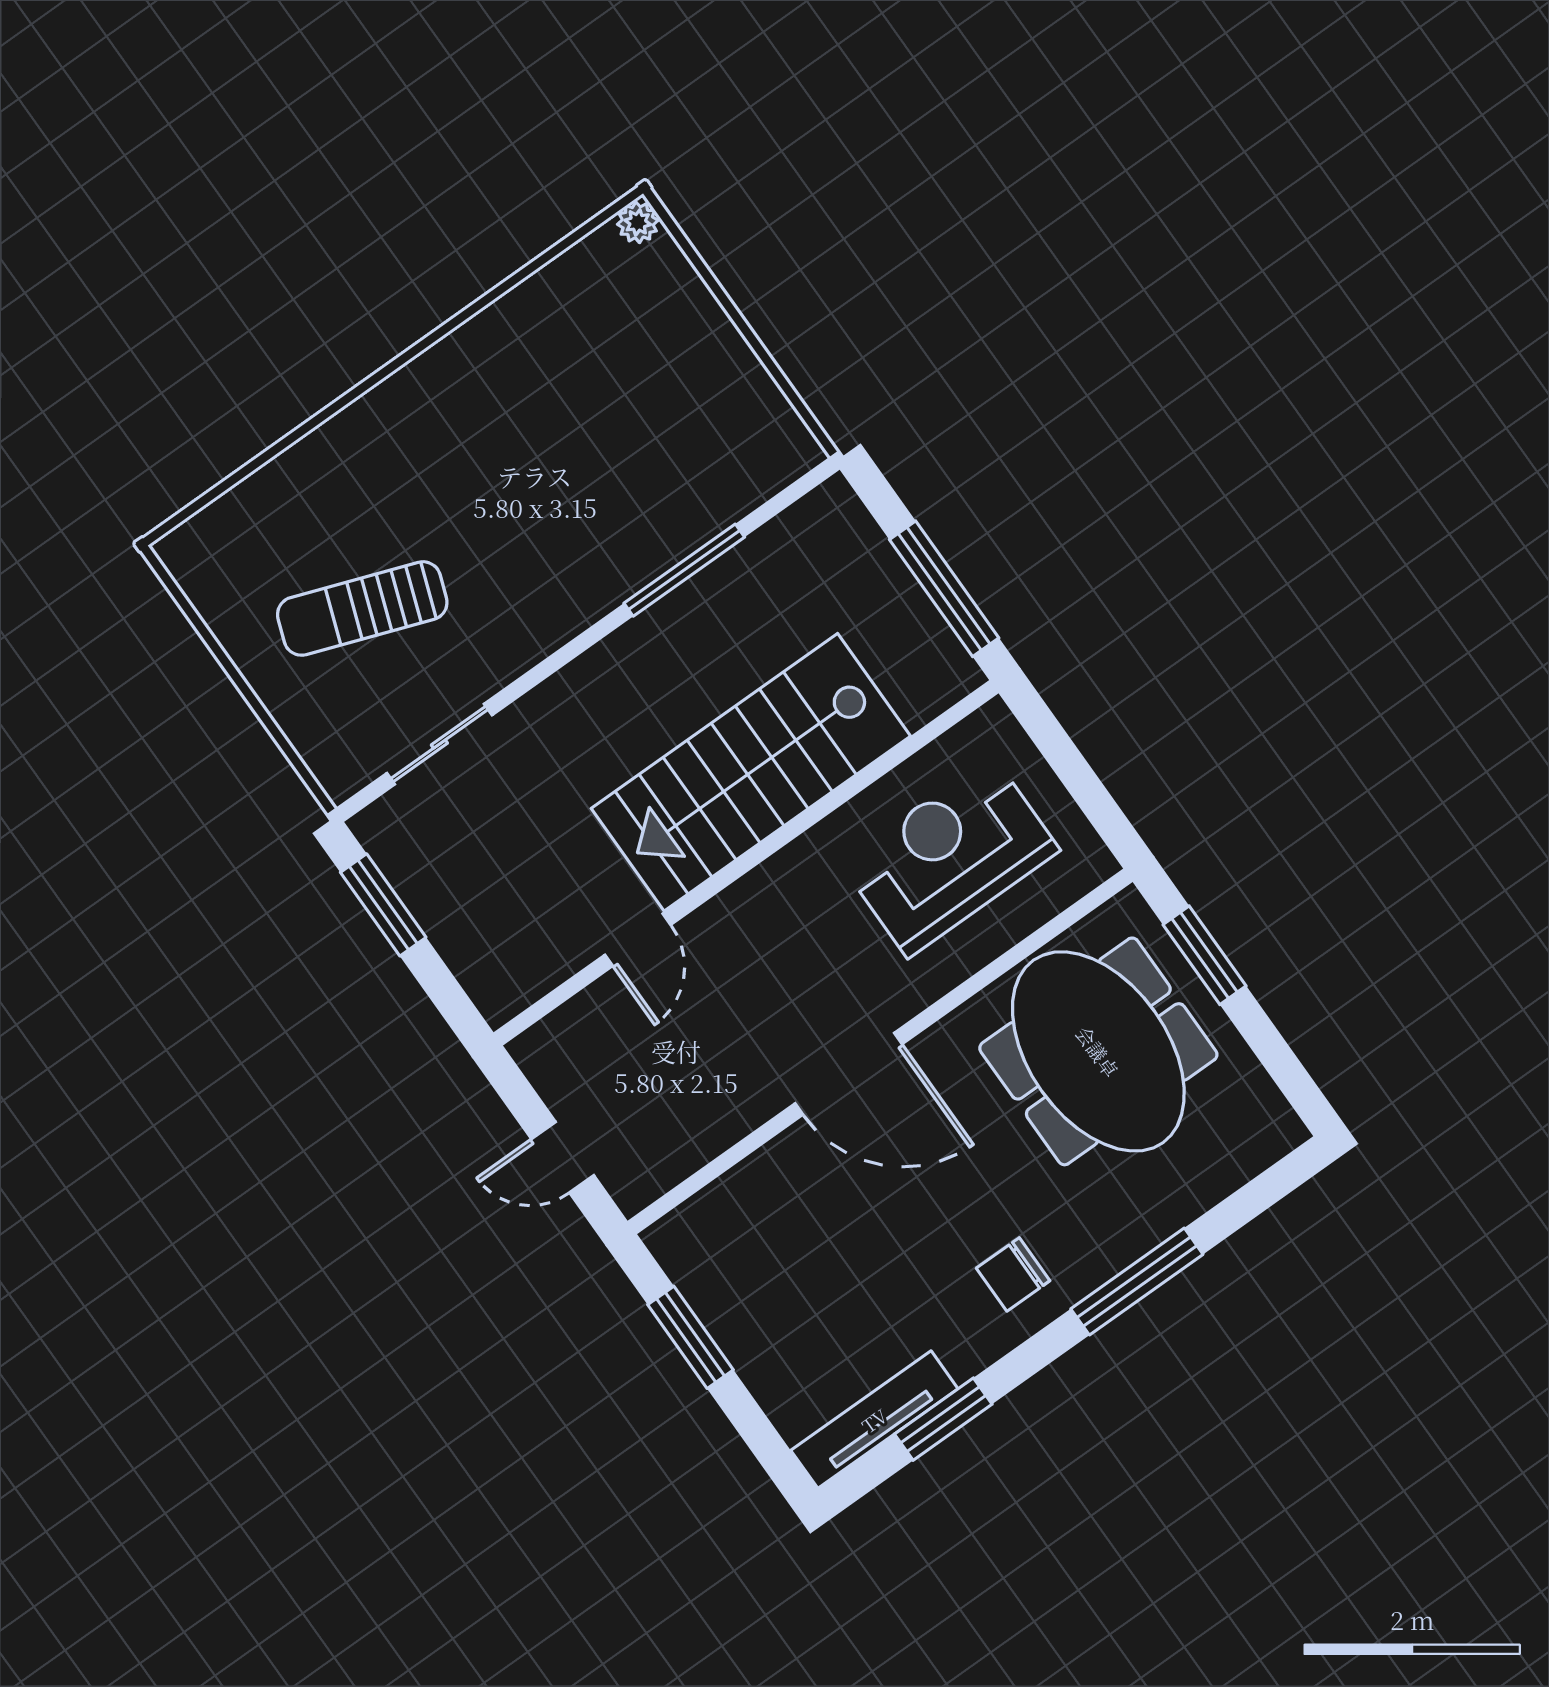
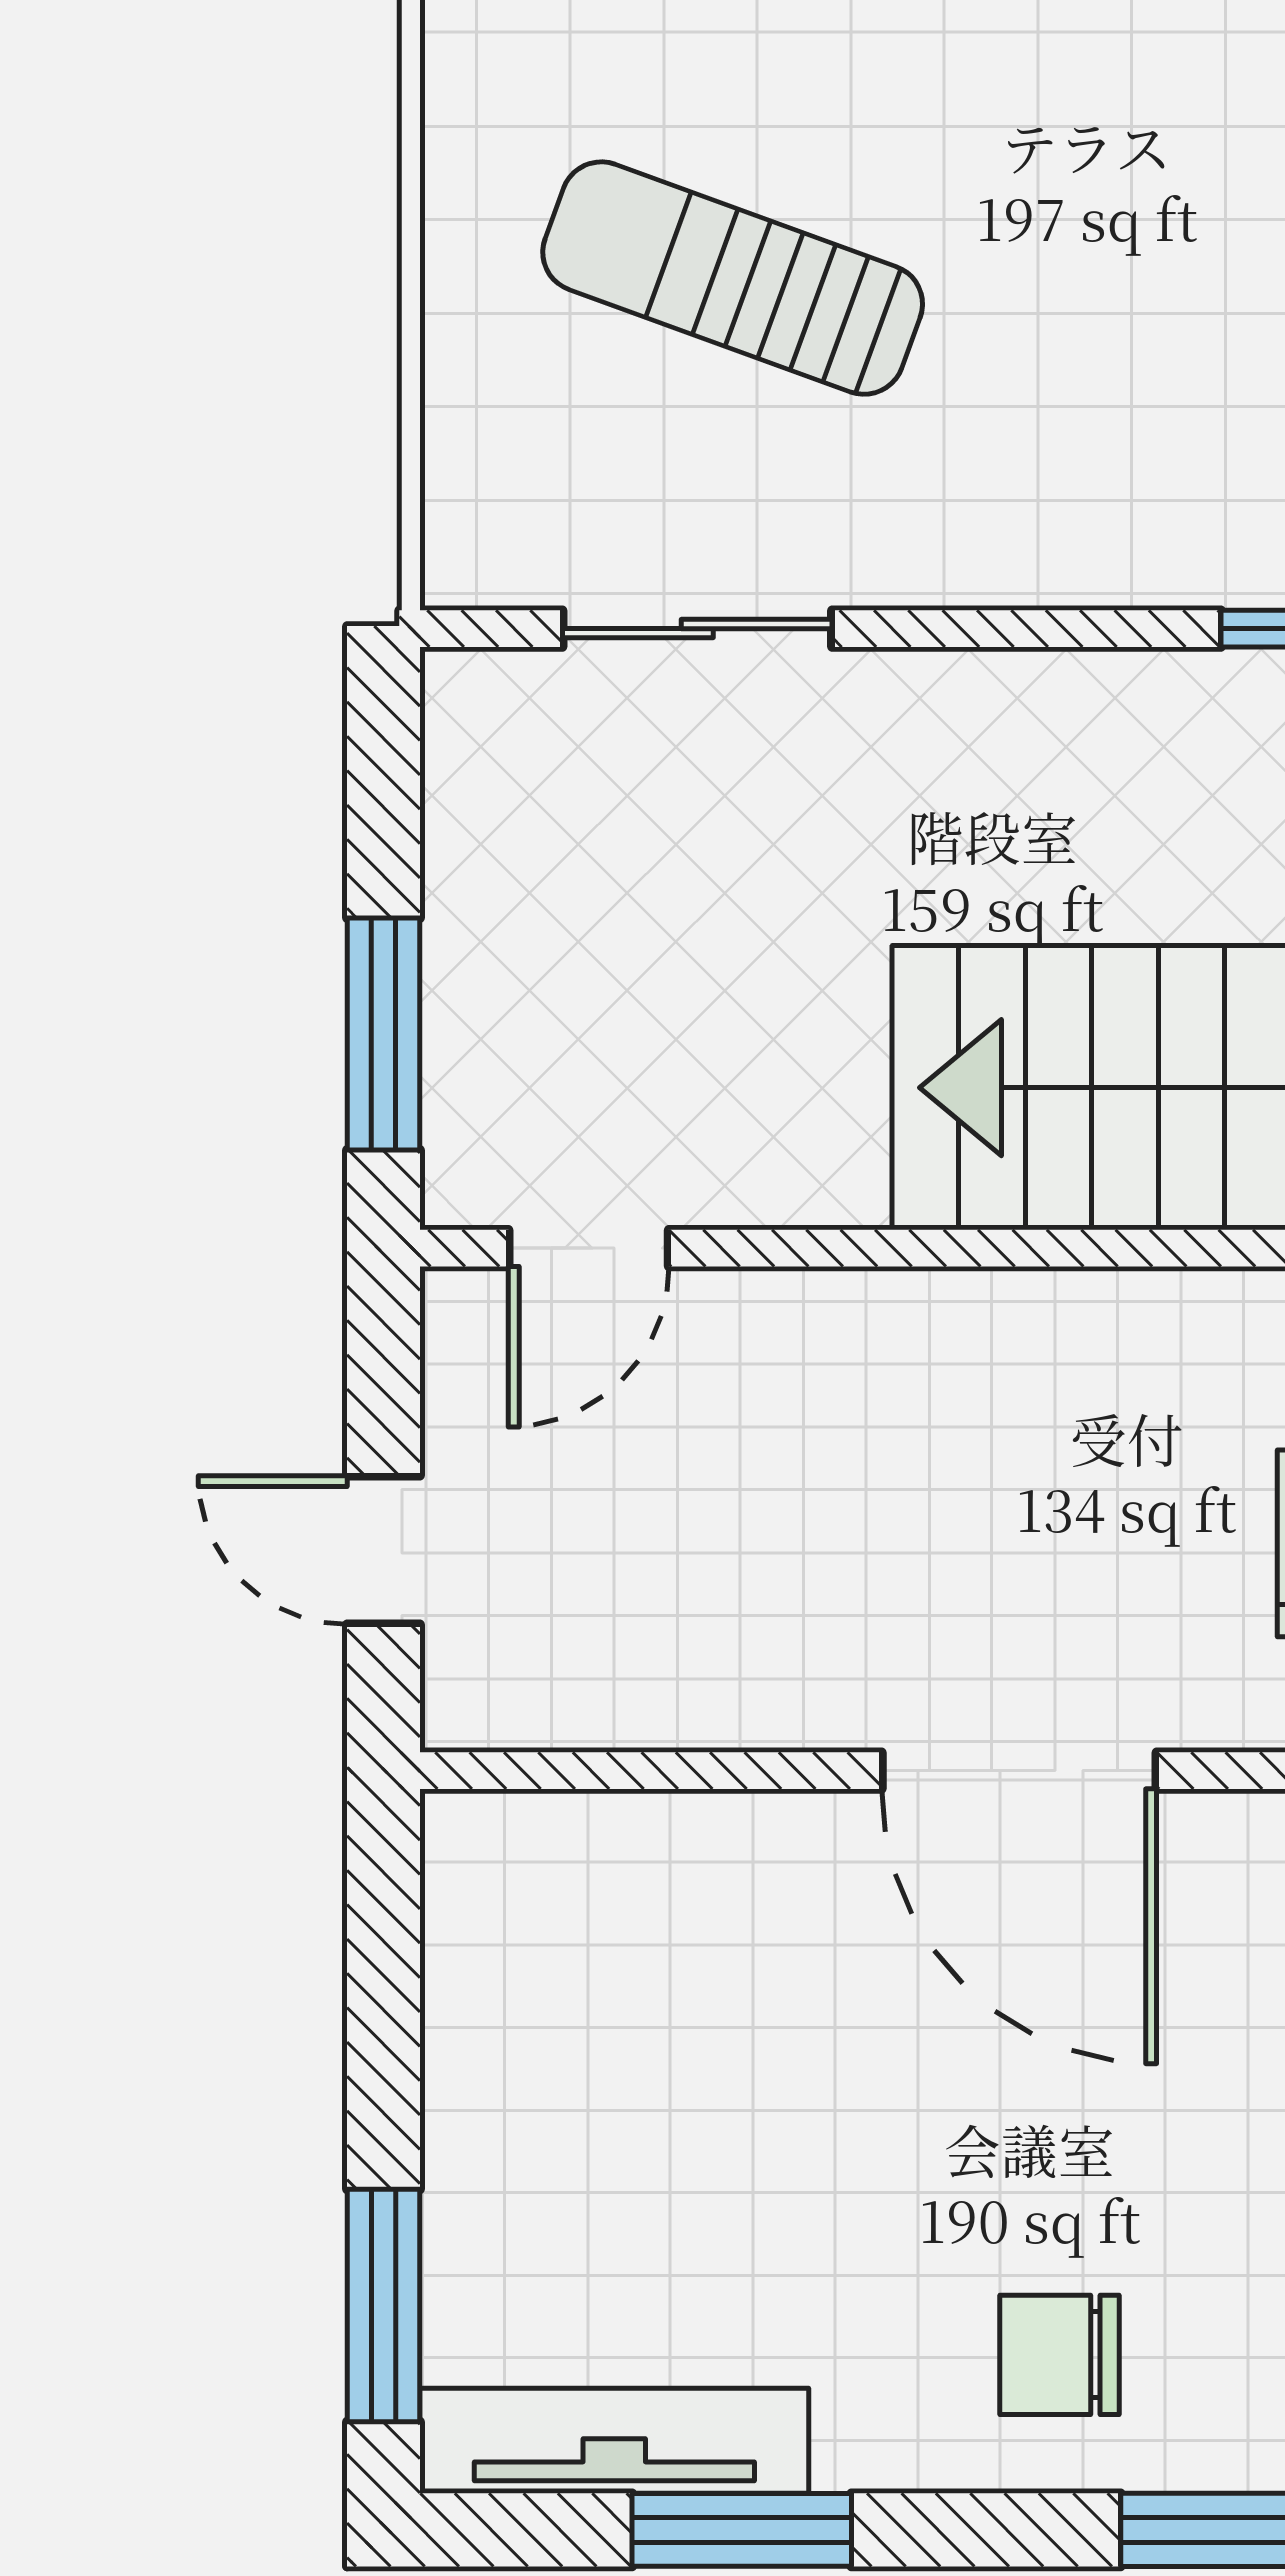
window: (383, 905) -> (384, 1034), moved
door: (638, 940) -> (589, 1248), moved
window: (690, 1337) -> (384, 2305), moved

